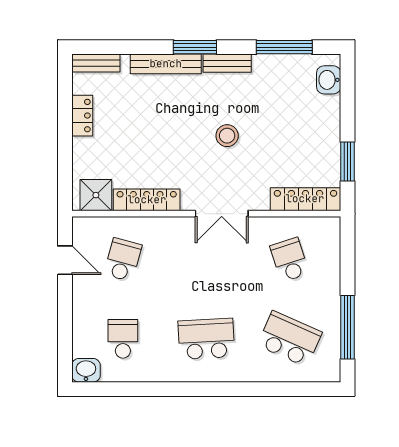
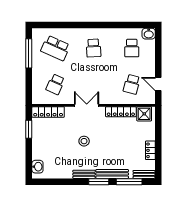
window: (284, 47) -> (129, 182), moved
school desk: (290, 260) -> (55, 84), turned 42
school desk: (206, 339) -> (94, 48), width x0.54

